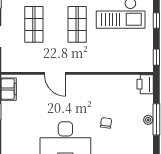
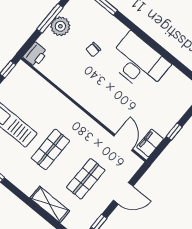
door: (55, 73) -> (123, 143), moved
plant: (148, 120) -> (60, 26), width x1.88, depth x1.88

